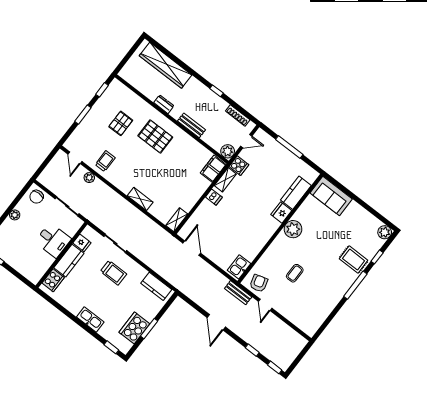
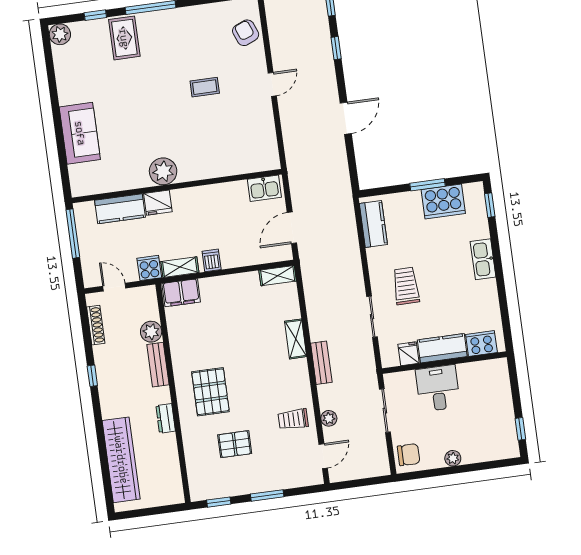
plant: (228, 151) -> (151, 332), moved
kitchen counter: (296, 193) -> (120, 209), moved
fridge: (281, 213) -> (158, 203), moved
wall: (280, 229) -> (177, 186), moved
plant: (293, 229) -> (163, 171), moved
kitchen sink: (239, 267) -> (264, 188), moved
armchair: (259, 283) -> (246, 33), moved, turned 84
bench: (238, 293) -> (321, 363), moved

